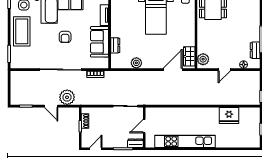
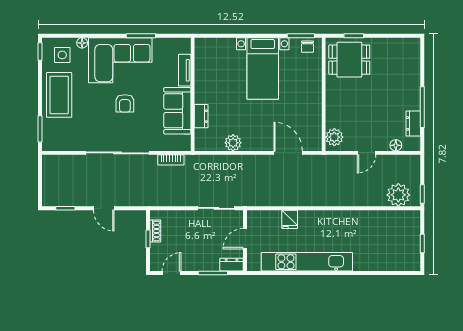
wardrobe: (189, 56) -> (313, 133), removed
door: (173, 70) -> (288, 153), hinge flipped
plant: (67, 97) -> (398, 195), moved
fridge: (229, 115) -> (290, 219), moved, width x0.53, depth x0.75

